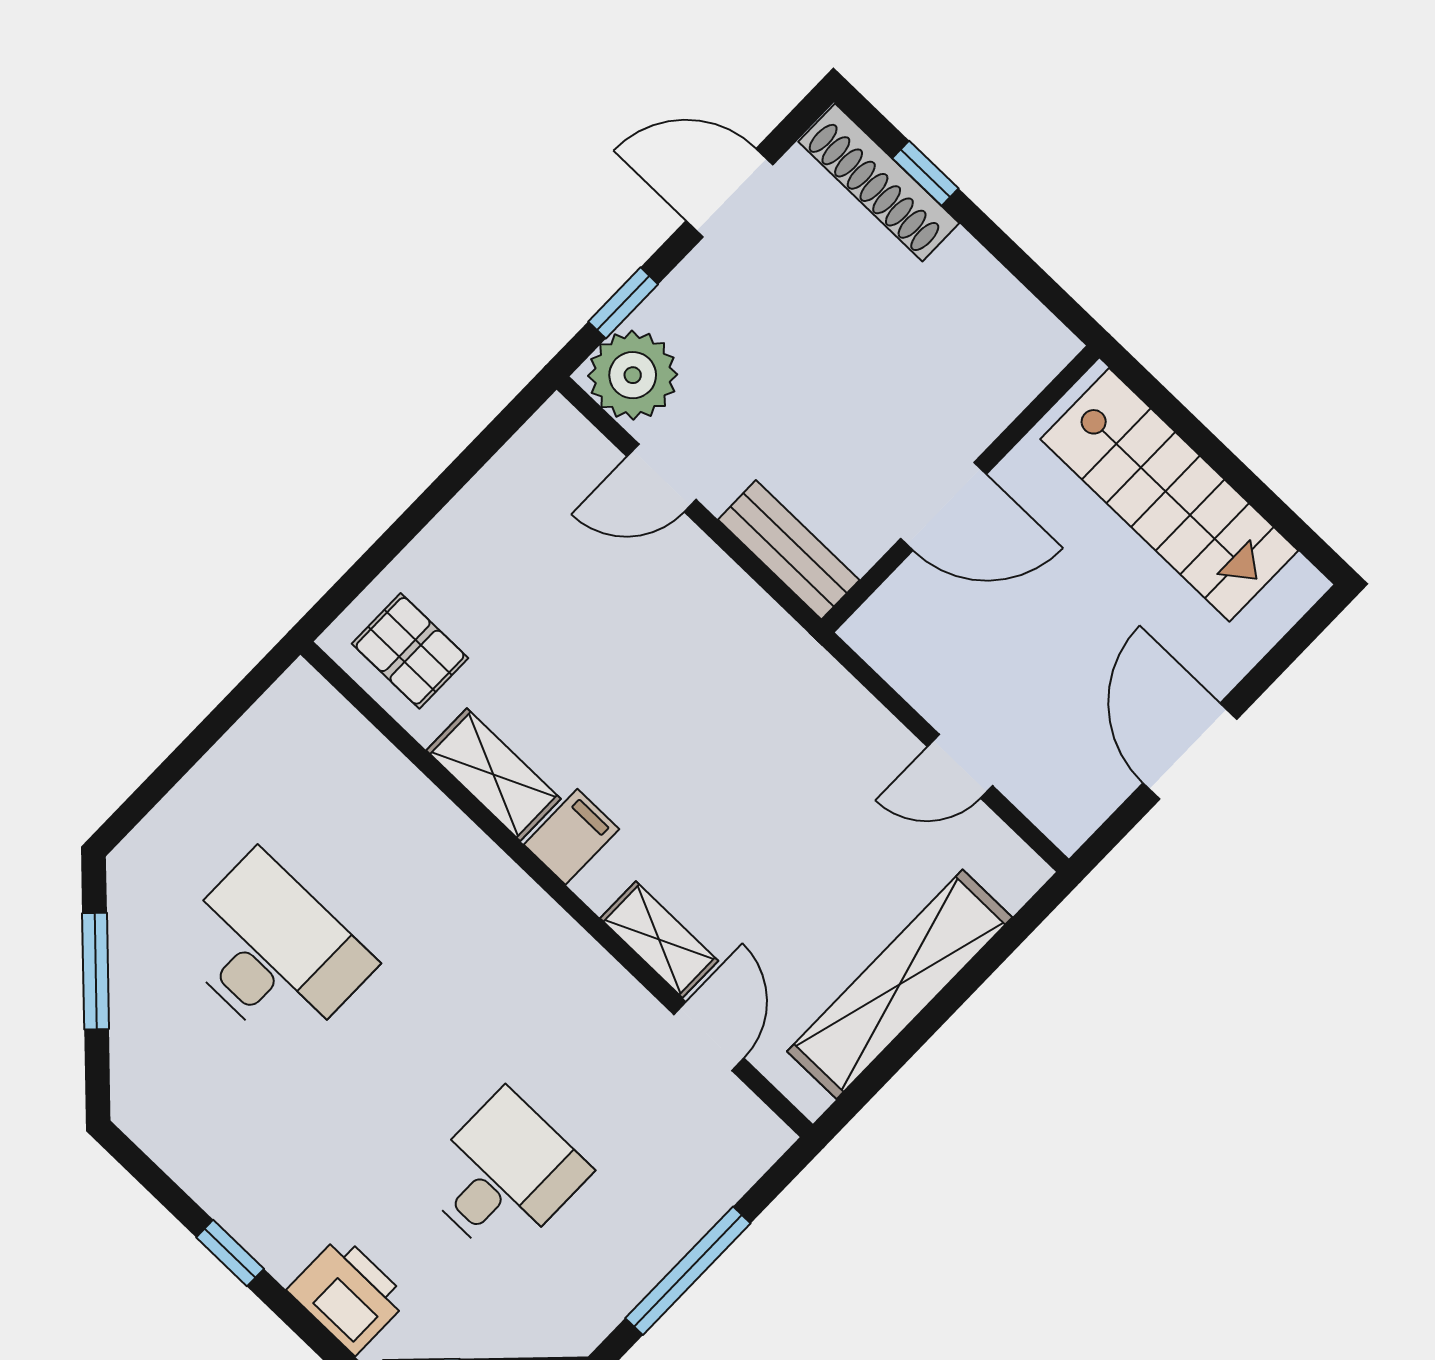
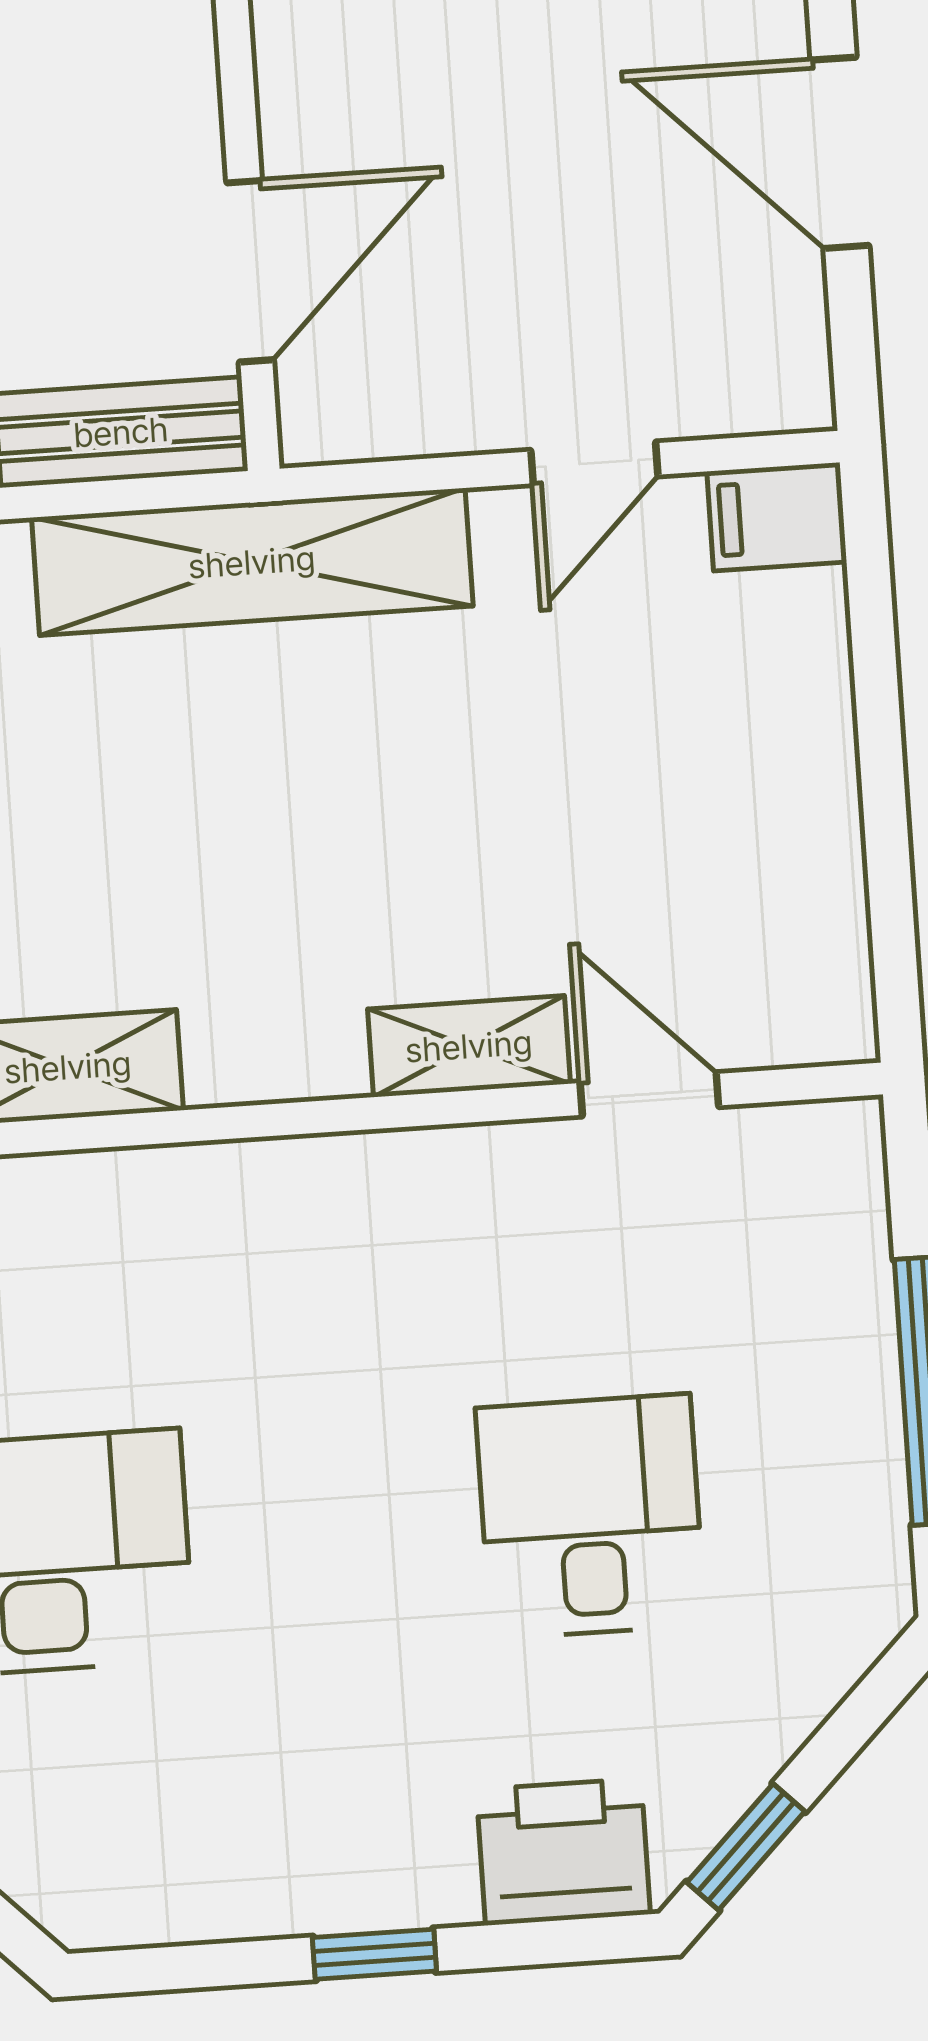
door: (944, 506) -> (250, 271), moved
filing cabinet: (571, 837) -> (777, 517), moved, turned -90
shelving: (900, 984) -> (252, 562), moved, turned 90

